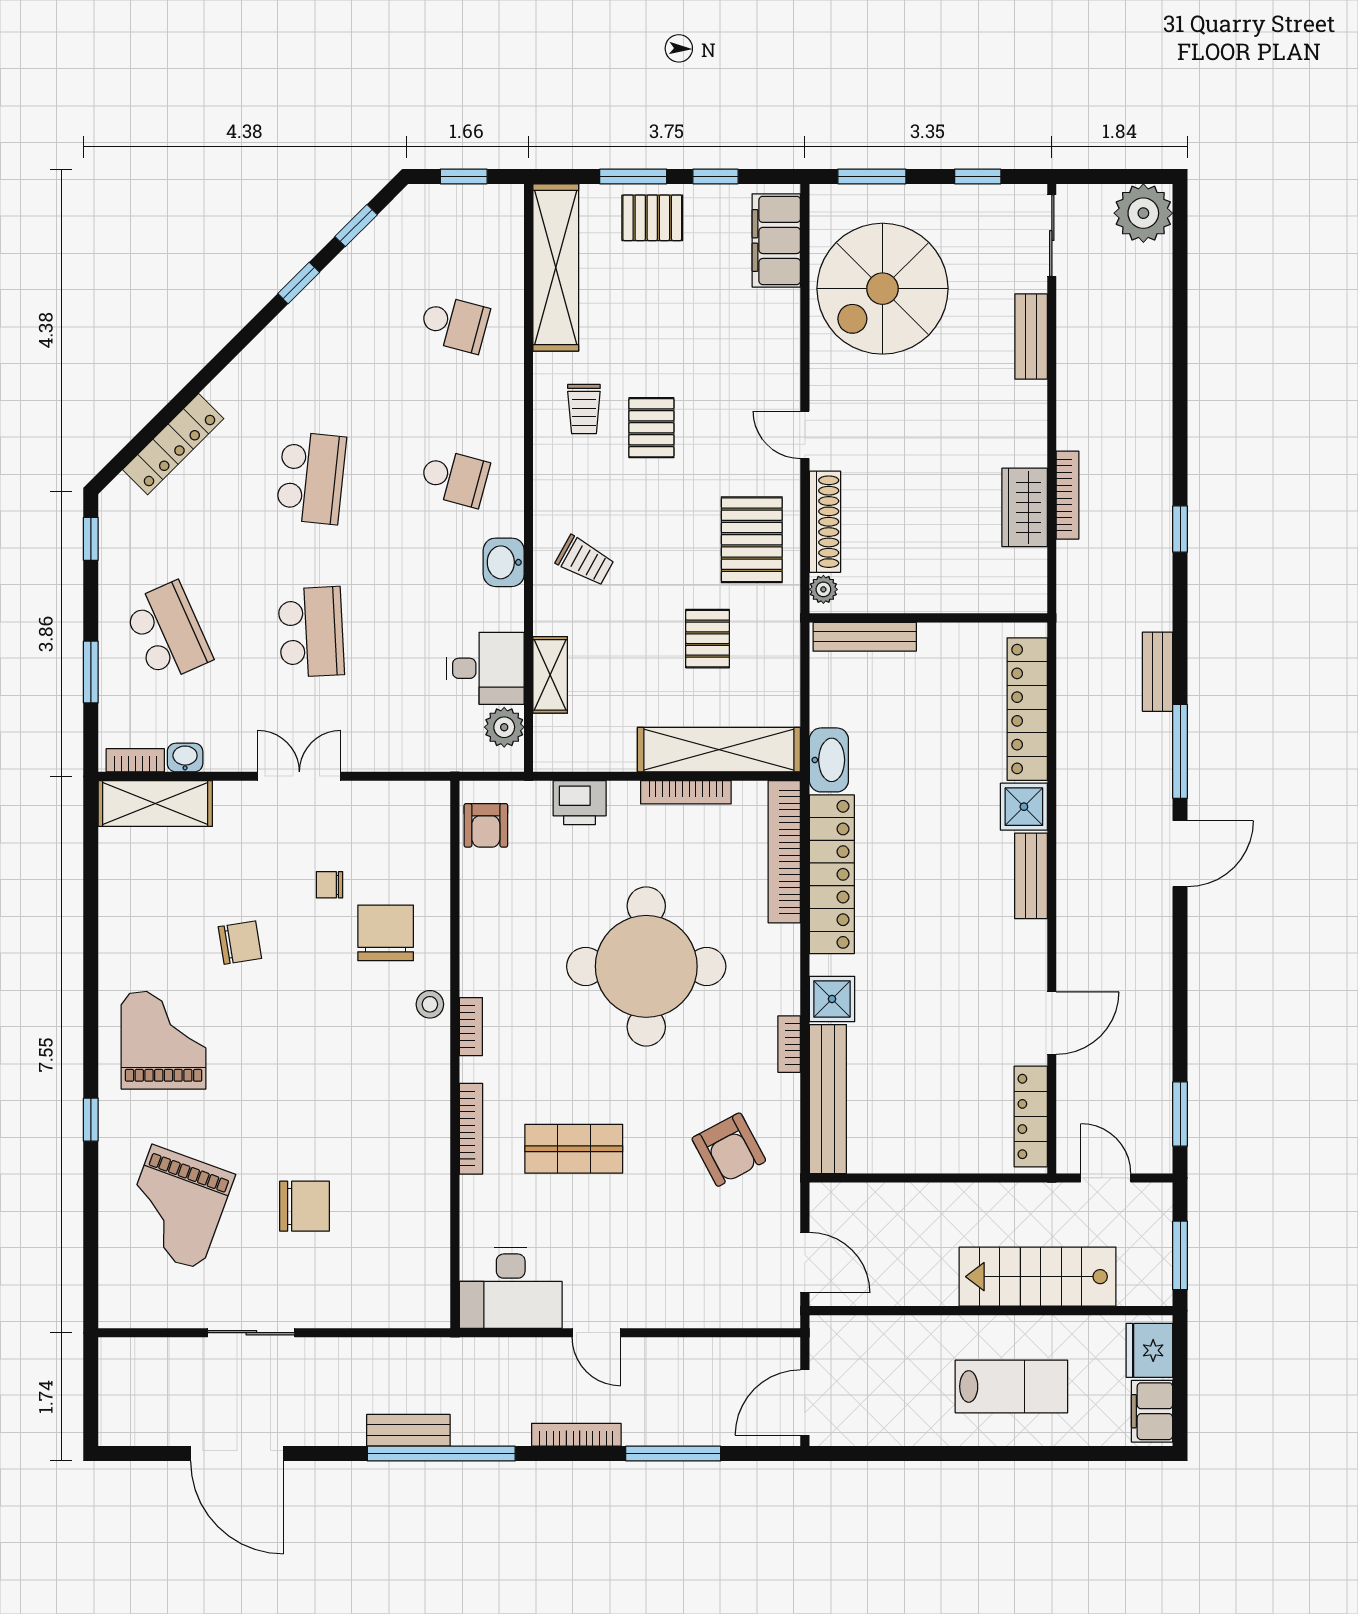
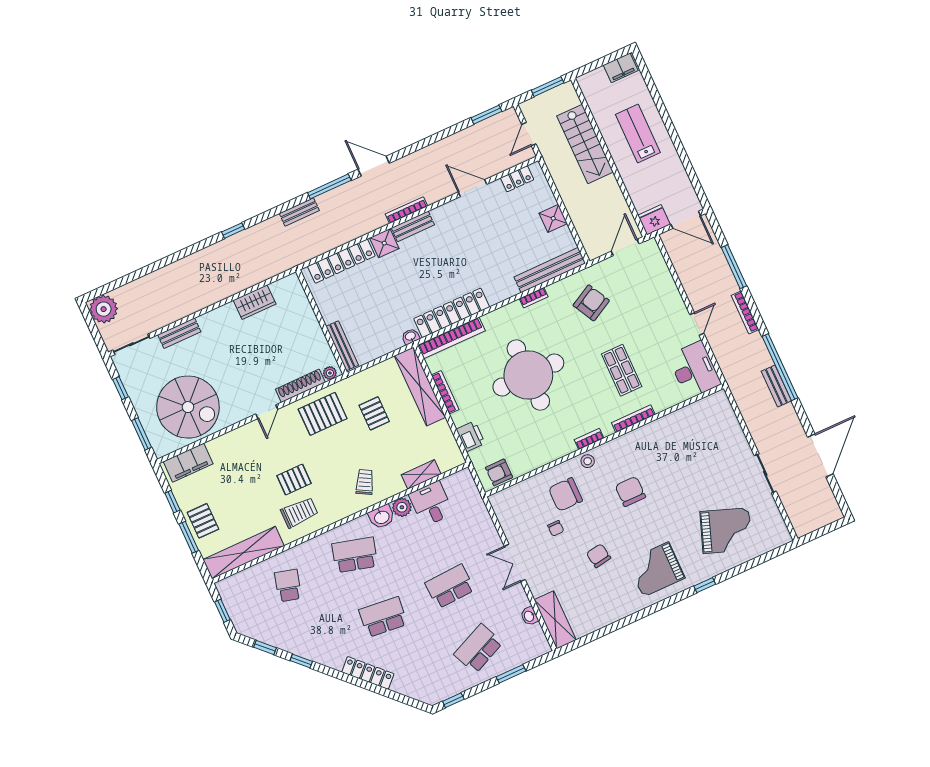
trolley: (584, 409) -> (299, 512), width x1.36, depth x1.39
locker: (173, 444) -> (368, 673), moved
school desk: (454, 478) -> (355, 555), width x1.85
bookcase: (1067, 495) -> (406, 210), moved
pallet: (708, 639) -> (374, 413), turned 90
plant: (504, 727) -> (402, 507), moved
bookcase: (135, 760) -> (540, 637), removed
washbasin: (829, 760) -> (411, 336), width x0.52, depth x0.69
armchair: (486, 825) -> (499, 472), turned 180
shower: (832, 999) -> (553, 218), moved
locker: (1031, 1116) -> (517, 179), width x0.66
chair: (305, 1206) -> (630, 491), moved
fridge: (1149, 1350) -> (654, 220), moved, turned 180

